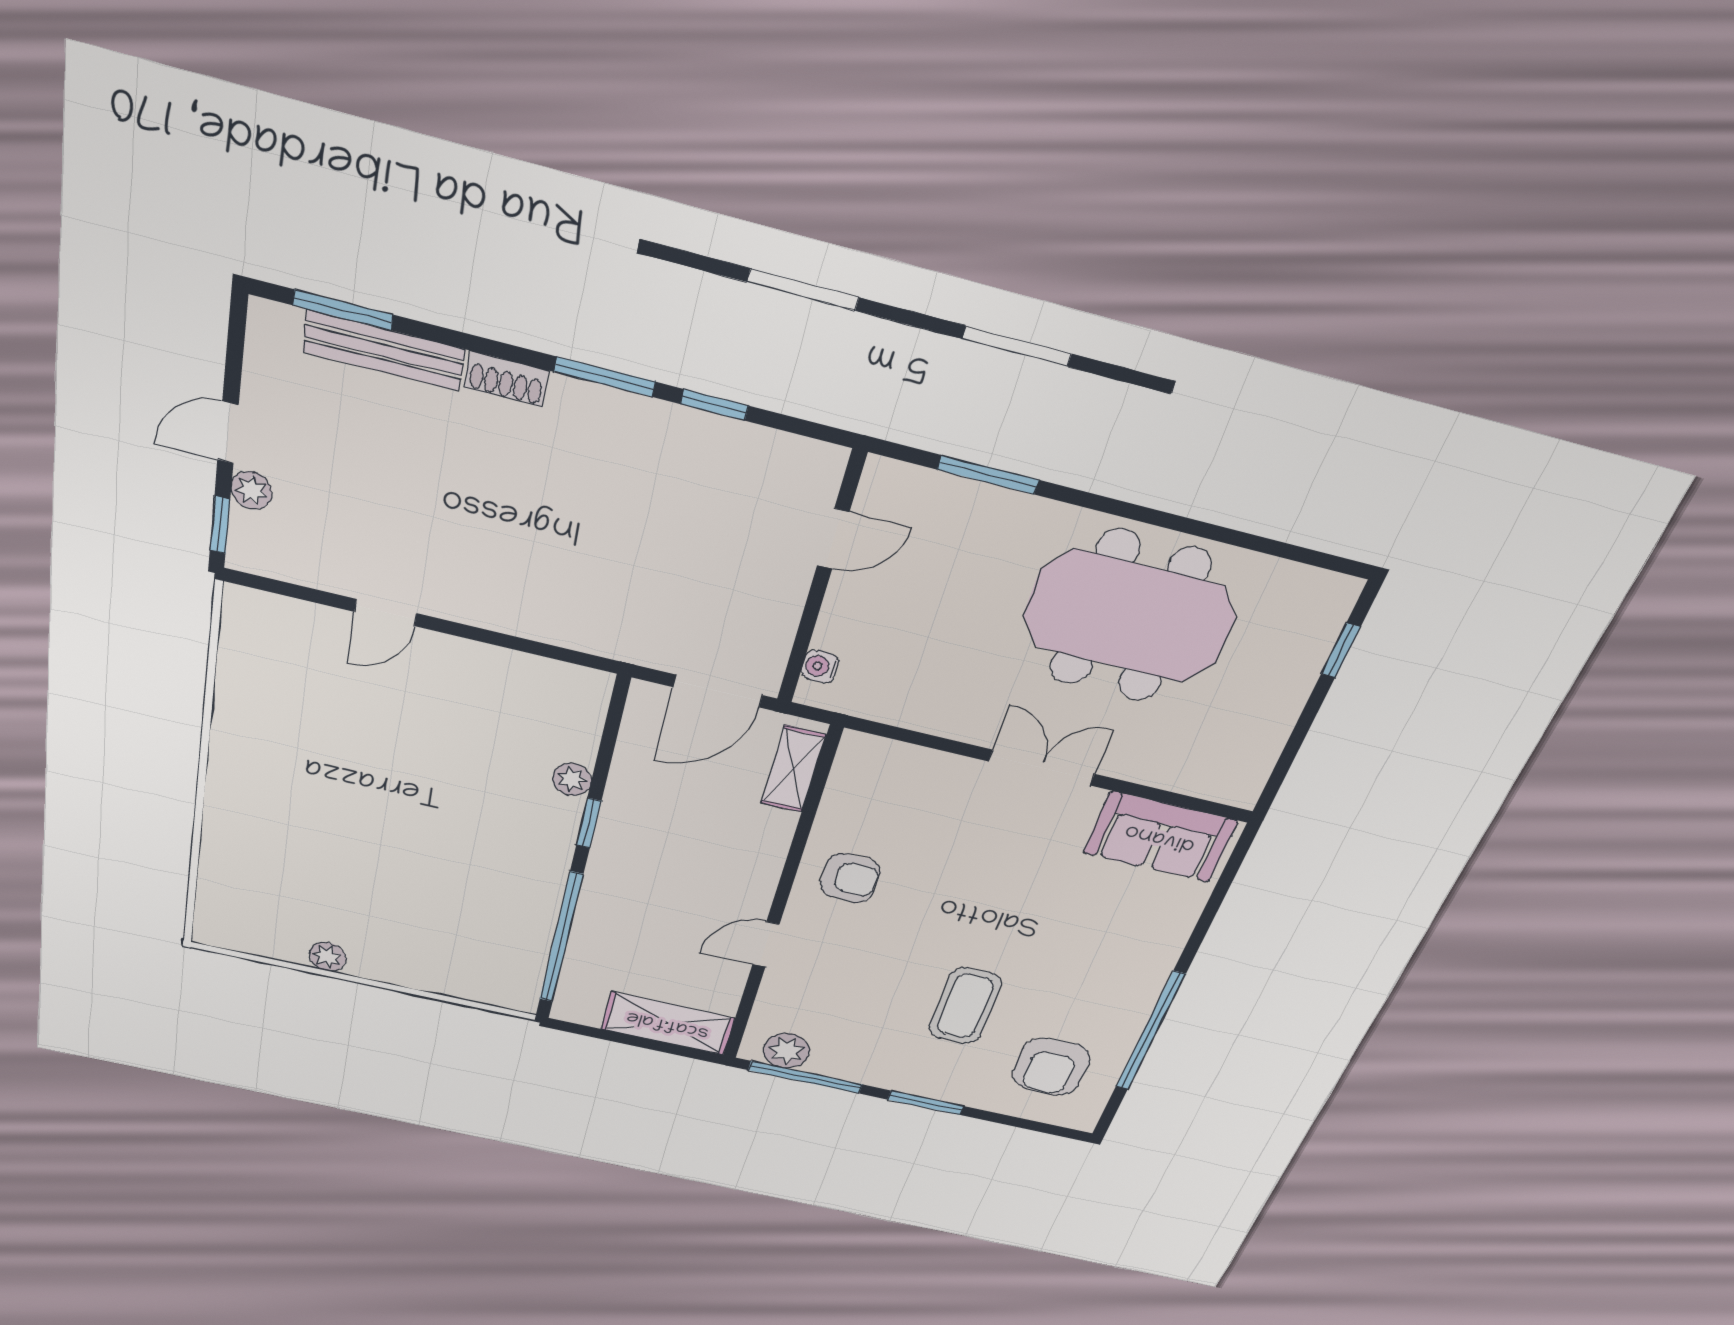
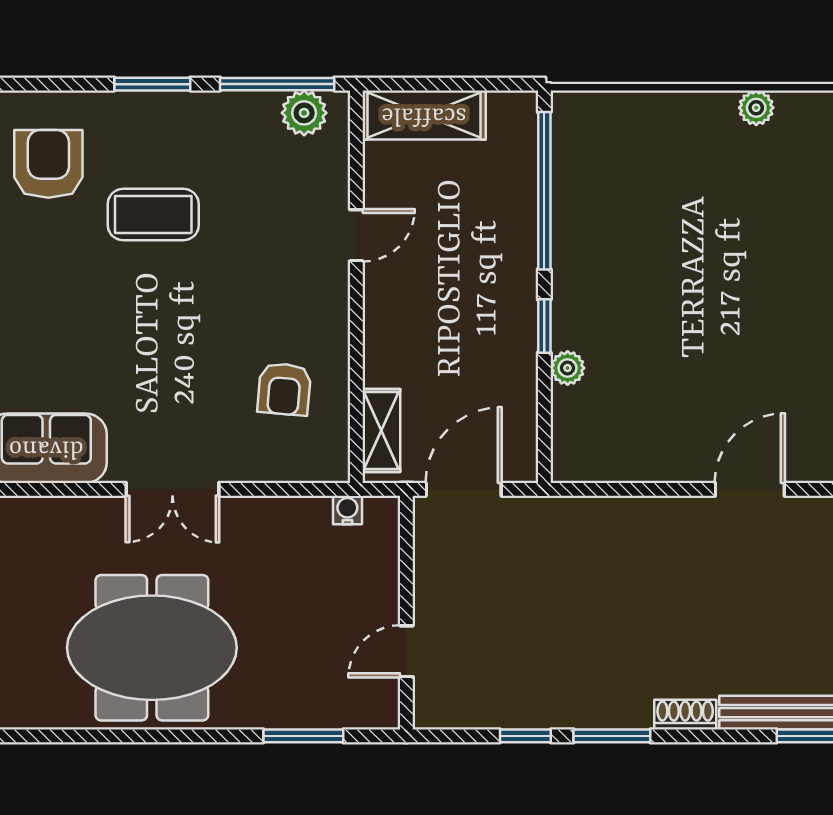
door: (386, 613) -> (750, 489), width x1.38
water cooler: (820, 666) -> (347, 510), moved, turned -90
armchair: (850, 878) -> (284, 389), moved, turned -85
coffee table: (965, 1006) -> (153, 215), turned 90

